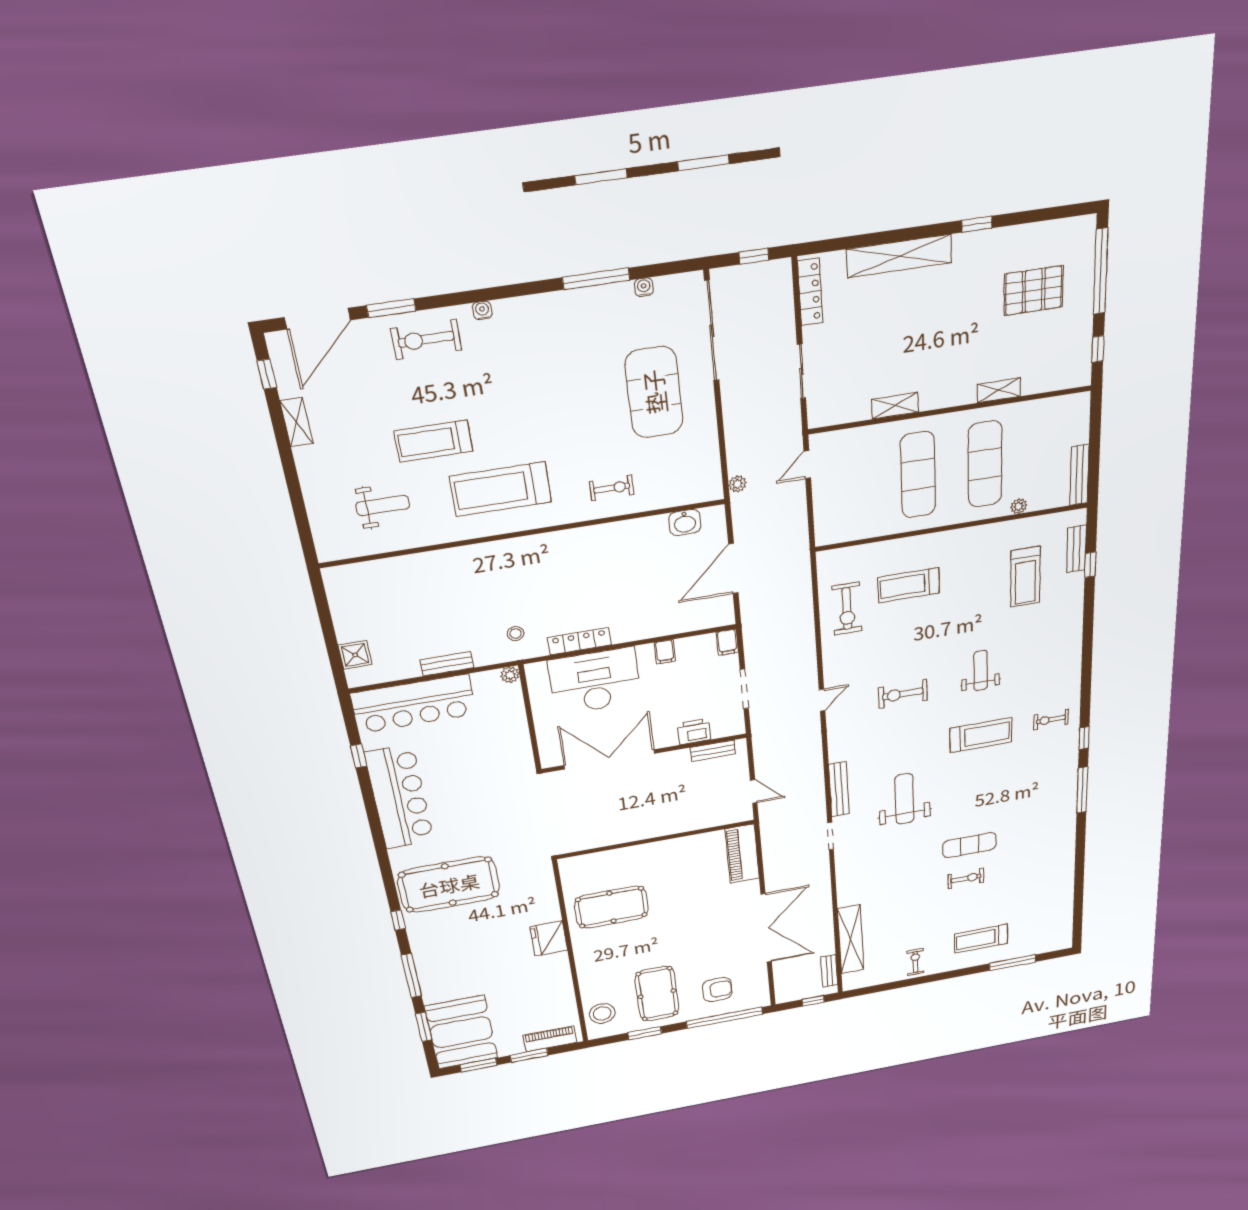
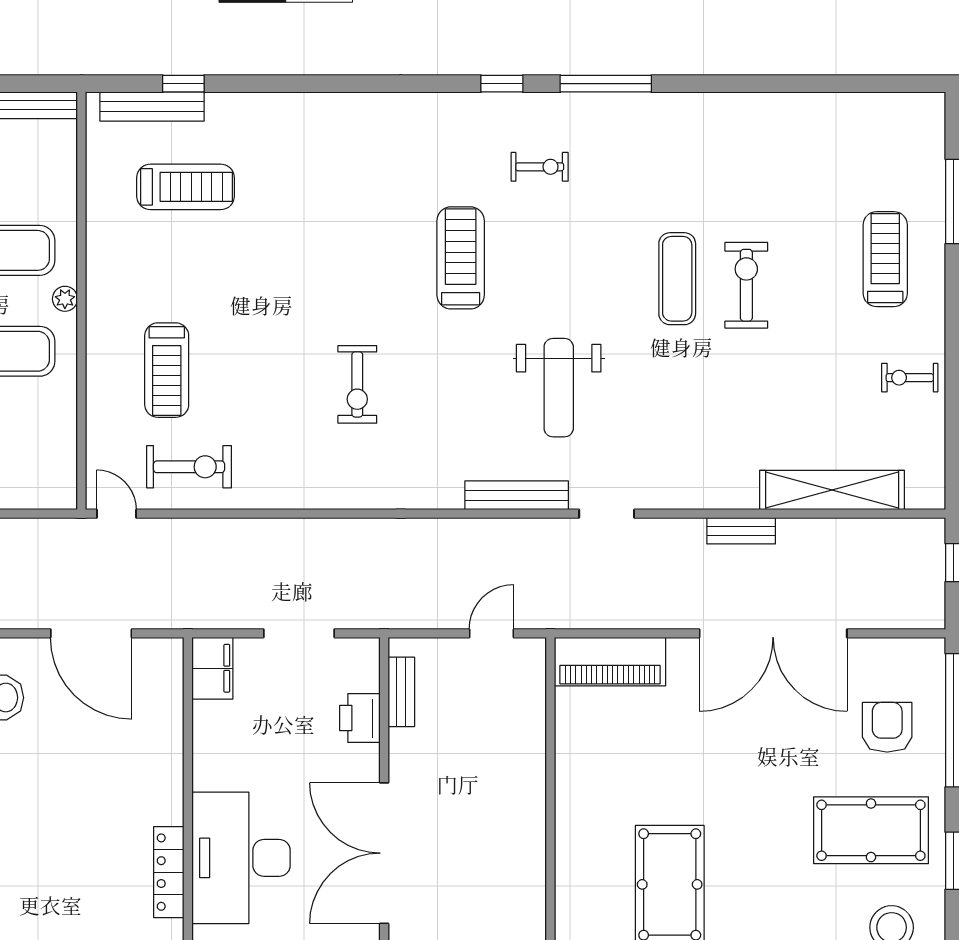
plant: (1019, 506) -> (65, 299), moved
bench: (1076, 549) -> (152, 107), width x1.36
filing cabinet: (727, 642) -> (212, 668), width x2.00
filing cabinet: (665, 652) -> (211, 748), removed
weight bench: (981, 671) -> (339, 258), removed
door: (822, 700) -> (116, 514), moved
exercise bike: (1051, 720) -> (540, 167), moved, turned -90
weight bench: (904, 799) -> (559, 388), turned -90
exercise bike: (966, 878) -> (746, 285), width x1.38, depth x1.39
double door: (766, 928) -> (773, 633), swing flipped
treadmill: (981, 939) -> (885, 259), turned 180
bench: (829, 971) -> (741, 531), moved

